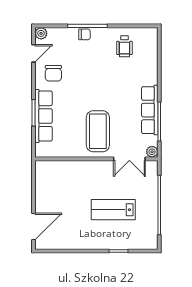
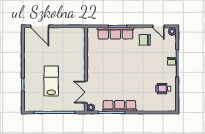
coffee table: (98, 131) -> (105, 70), removed

